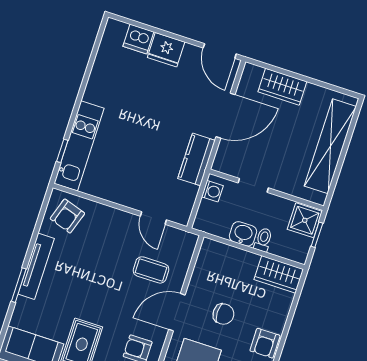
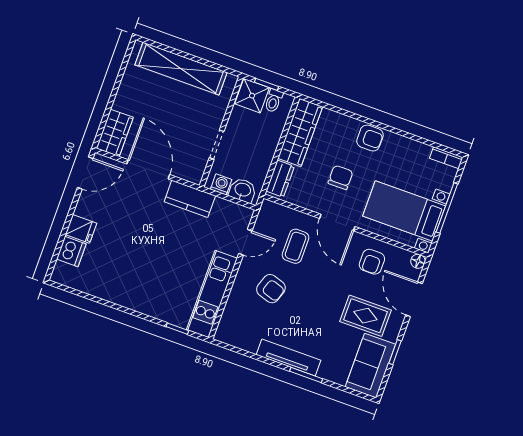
fridge: (166, 50) -> (81, 229), width x0.72
wardrobe: (282, 87) -> (115, 133), moved
kitchen unit: (79, 146) -> (212, 294), moved, turned -90
armchair: (67, 216) -> (271, 289), moved
washbasin: (243, 234) -> (243, 190), moved, turned 90
toilet: (263, 240) -> (274, 101), moved, turned -90
dresser: (220, 252) -> (280, 179), added
wardrobe: (279, 274) -> (300, 133), width x1.50

